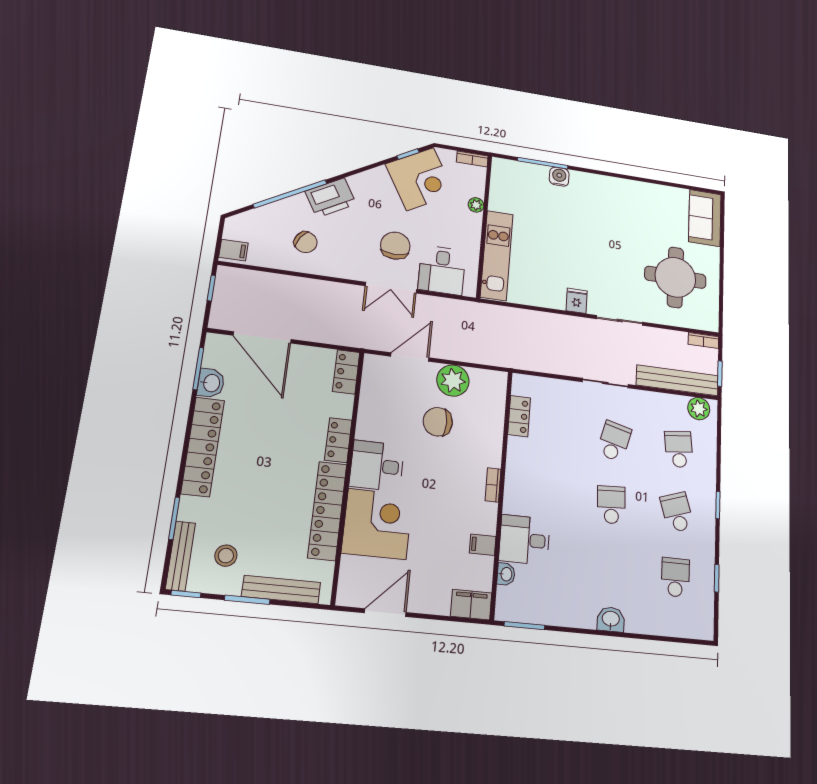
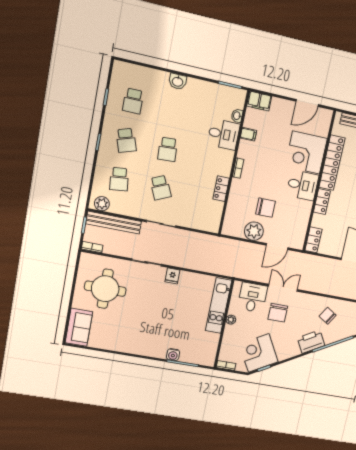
plant: (476, 205) -> (231, 320), moved
locker: (519, 416) -> (221, 189), moved
school desk: (614, 441) -> (161, 188), turned -39

